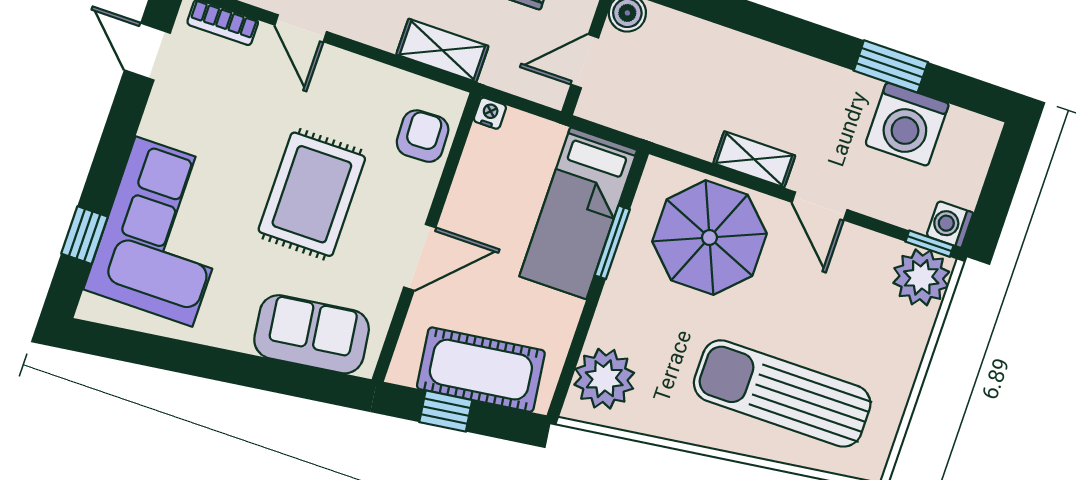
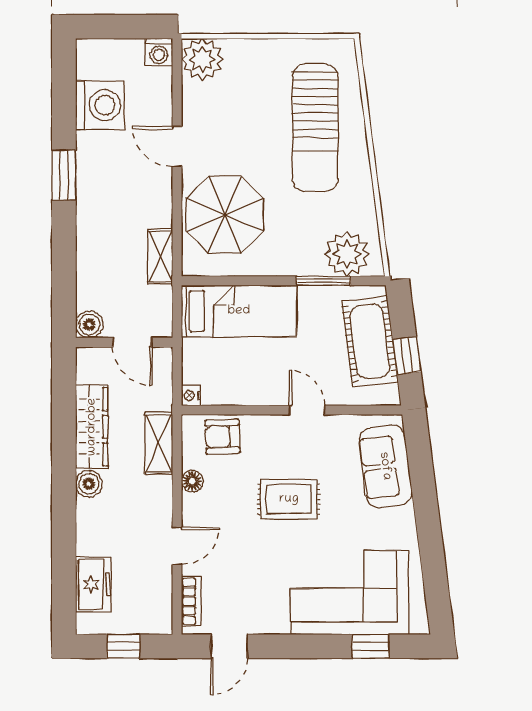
window: (891, 66) -> (64, 175), moved
floor lamp: (378, 77) -> (192, 481), added
shelving: (754, 159) -> (160, 256), moved
rug: (312, 194) -> (289, 499), width x0.73, depth x0.70
door: (820, 206) -> (177, 146), swing flipped
window: (612, 242) -> (323, 281), moved
window: (930, 244) -> (177, 62), removed
door: (420, 257) -> (307, 410), width x0.73

